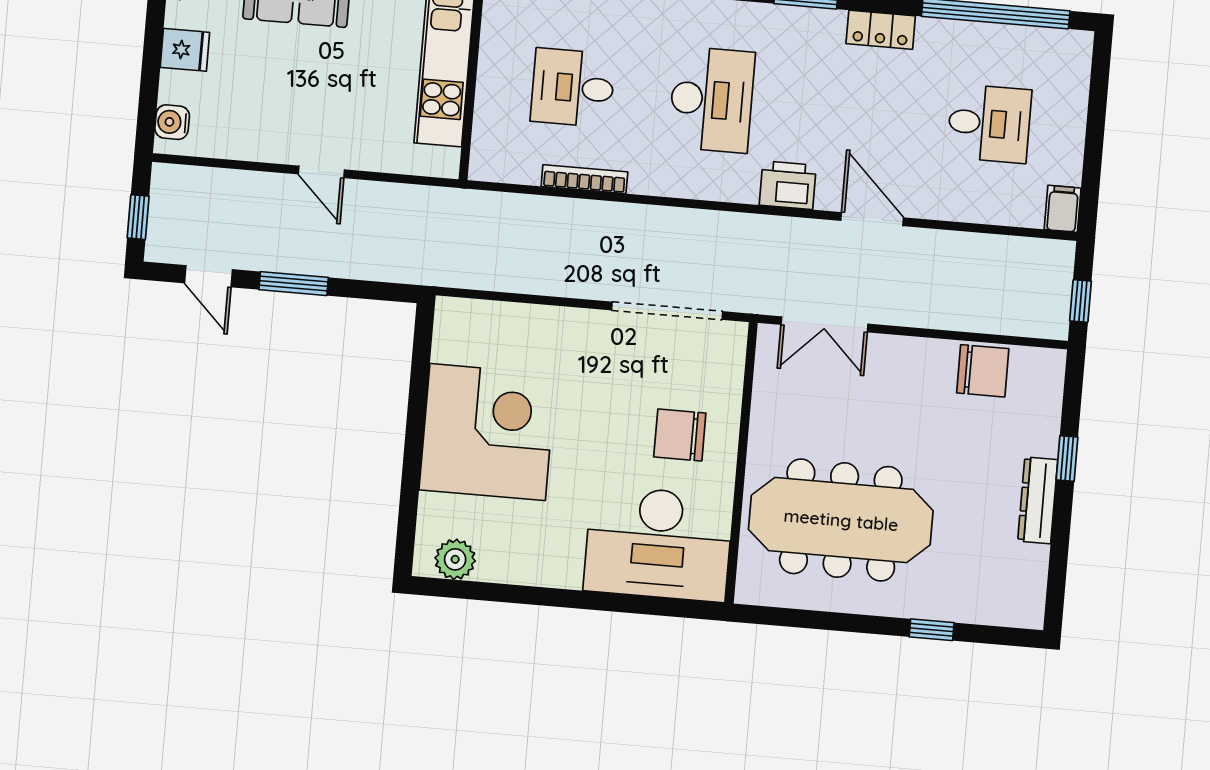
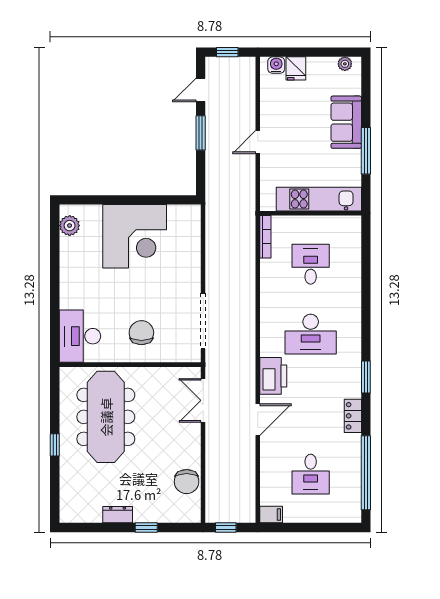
fridge: (185, 50) -> (296, 68), moved
bookcase: (584, 179) -> (265, 237), moved
printer: (788, 185) -> (273, 376), width x1.37, depth x1.19
dresser: (1038, 500) -> (118, 515), width x0.70
desk: (658, 544) -> (80, 336), width x0.73, depth x0.77
window: (932, 630) -> (55, 445), moved

